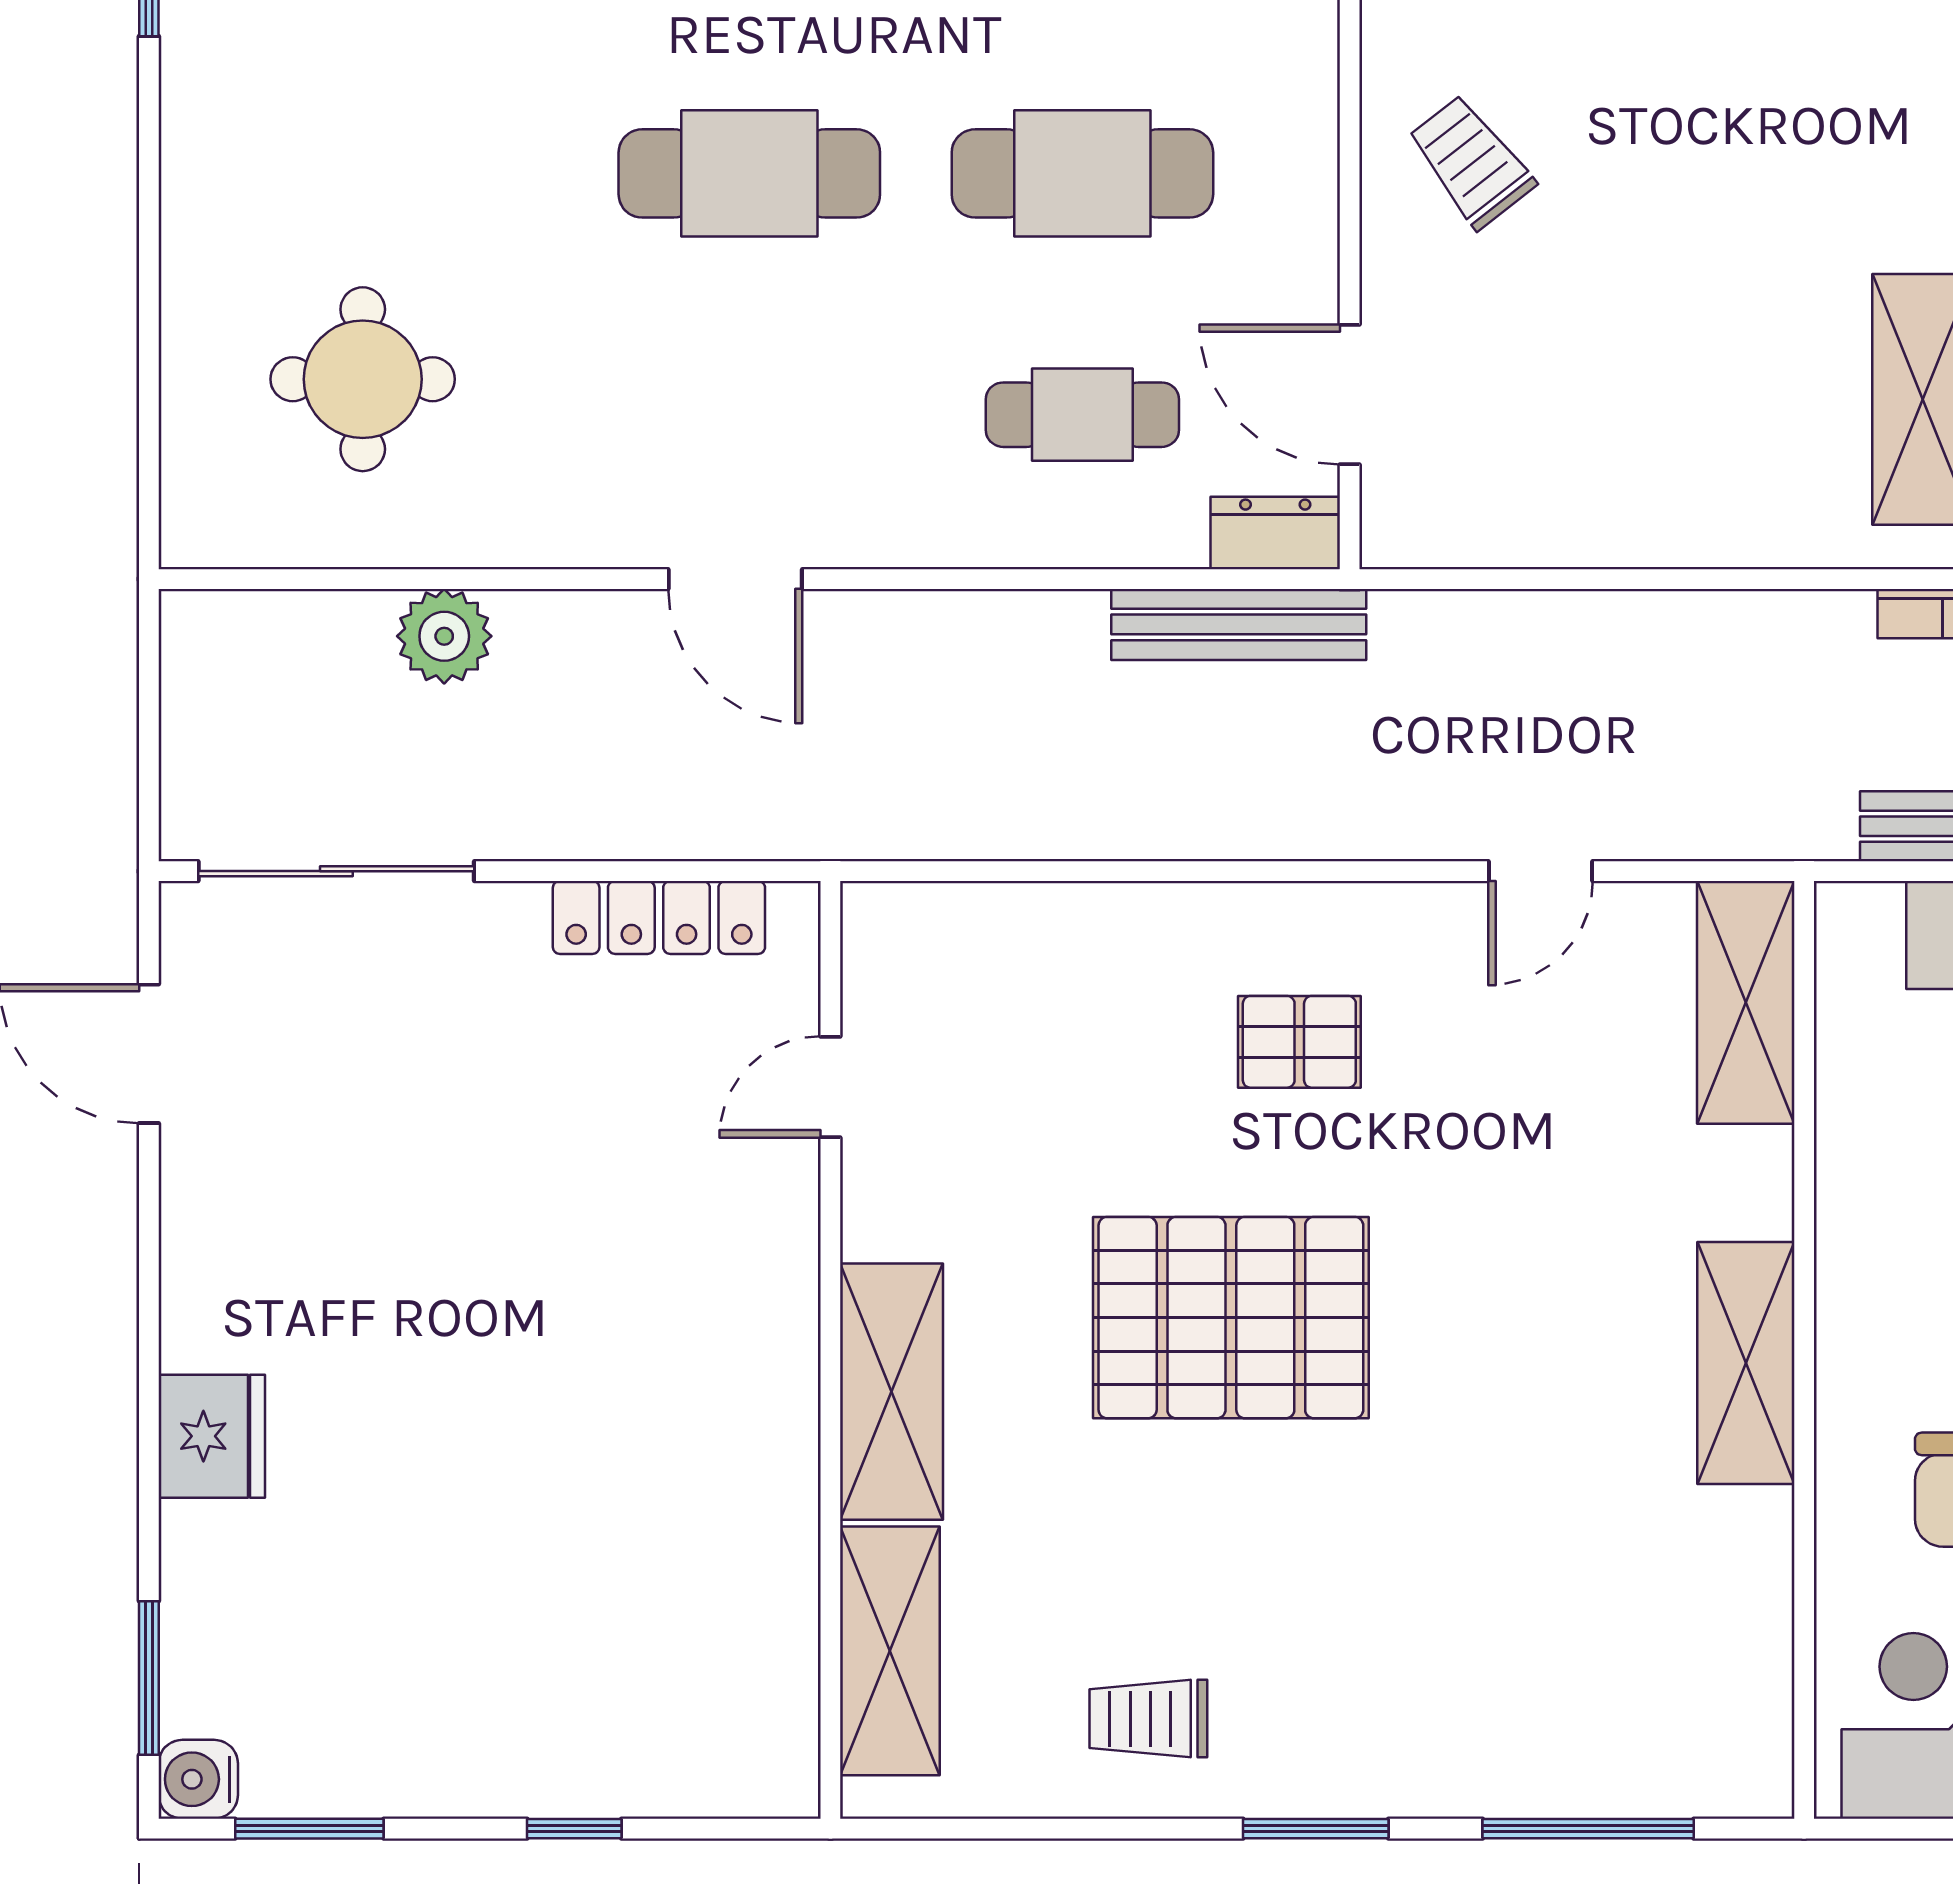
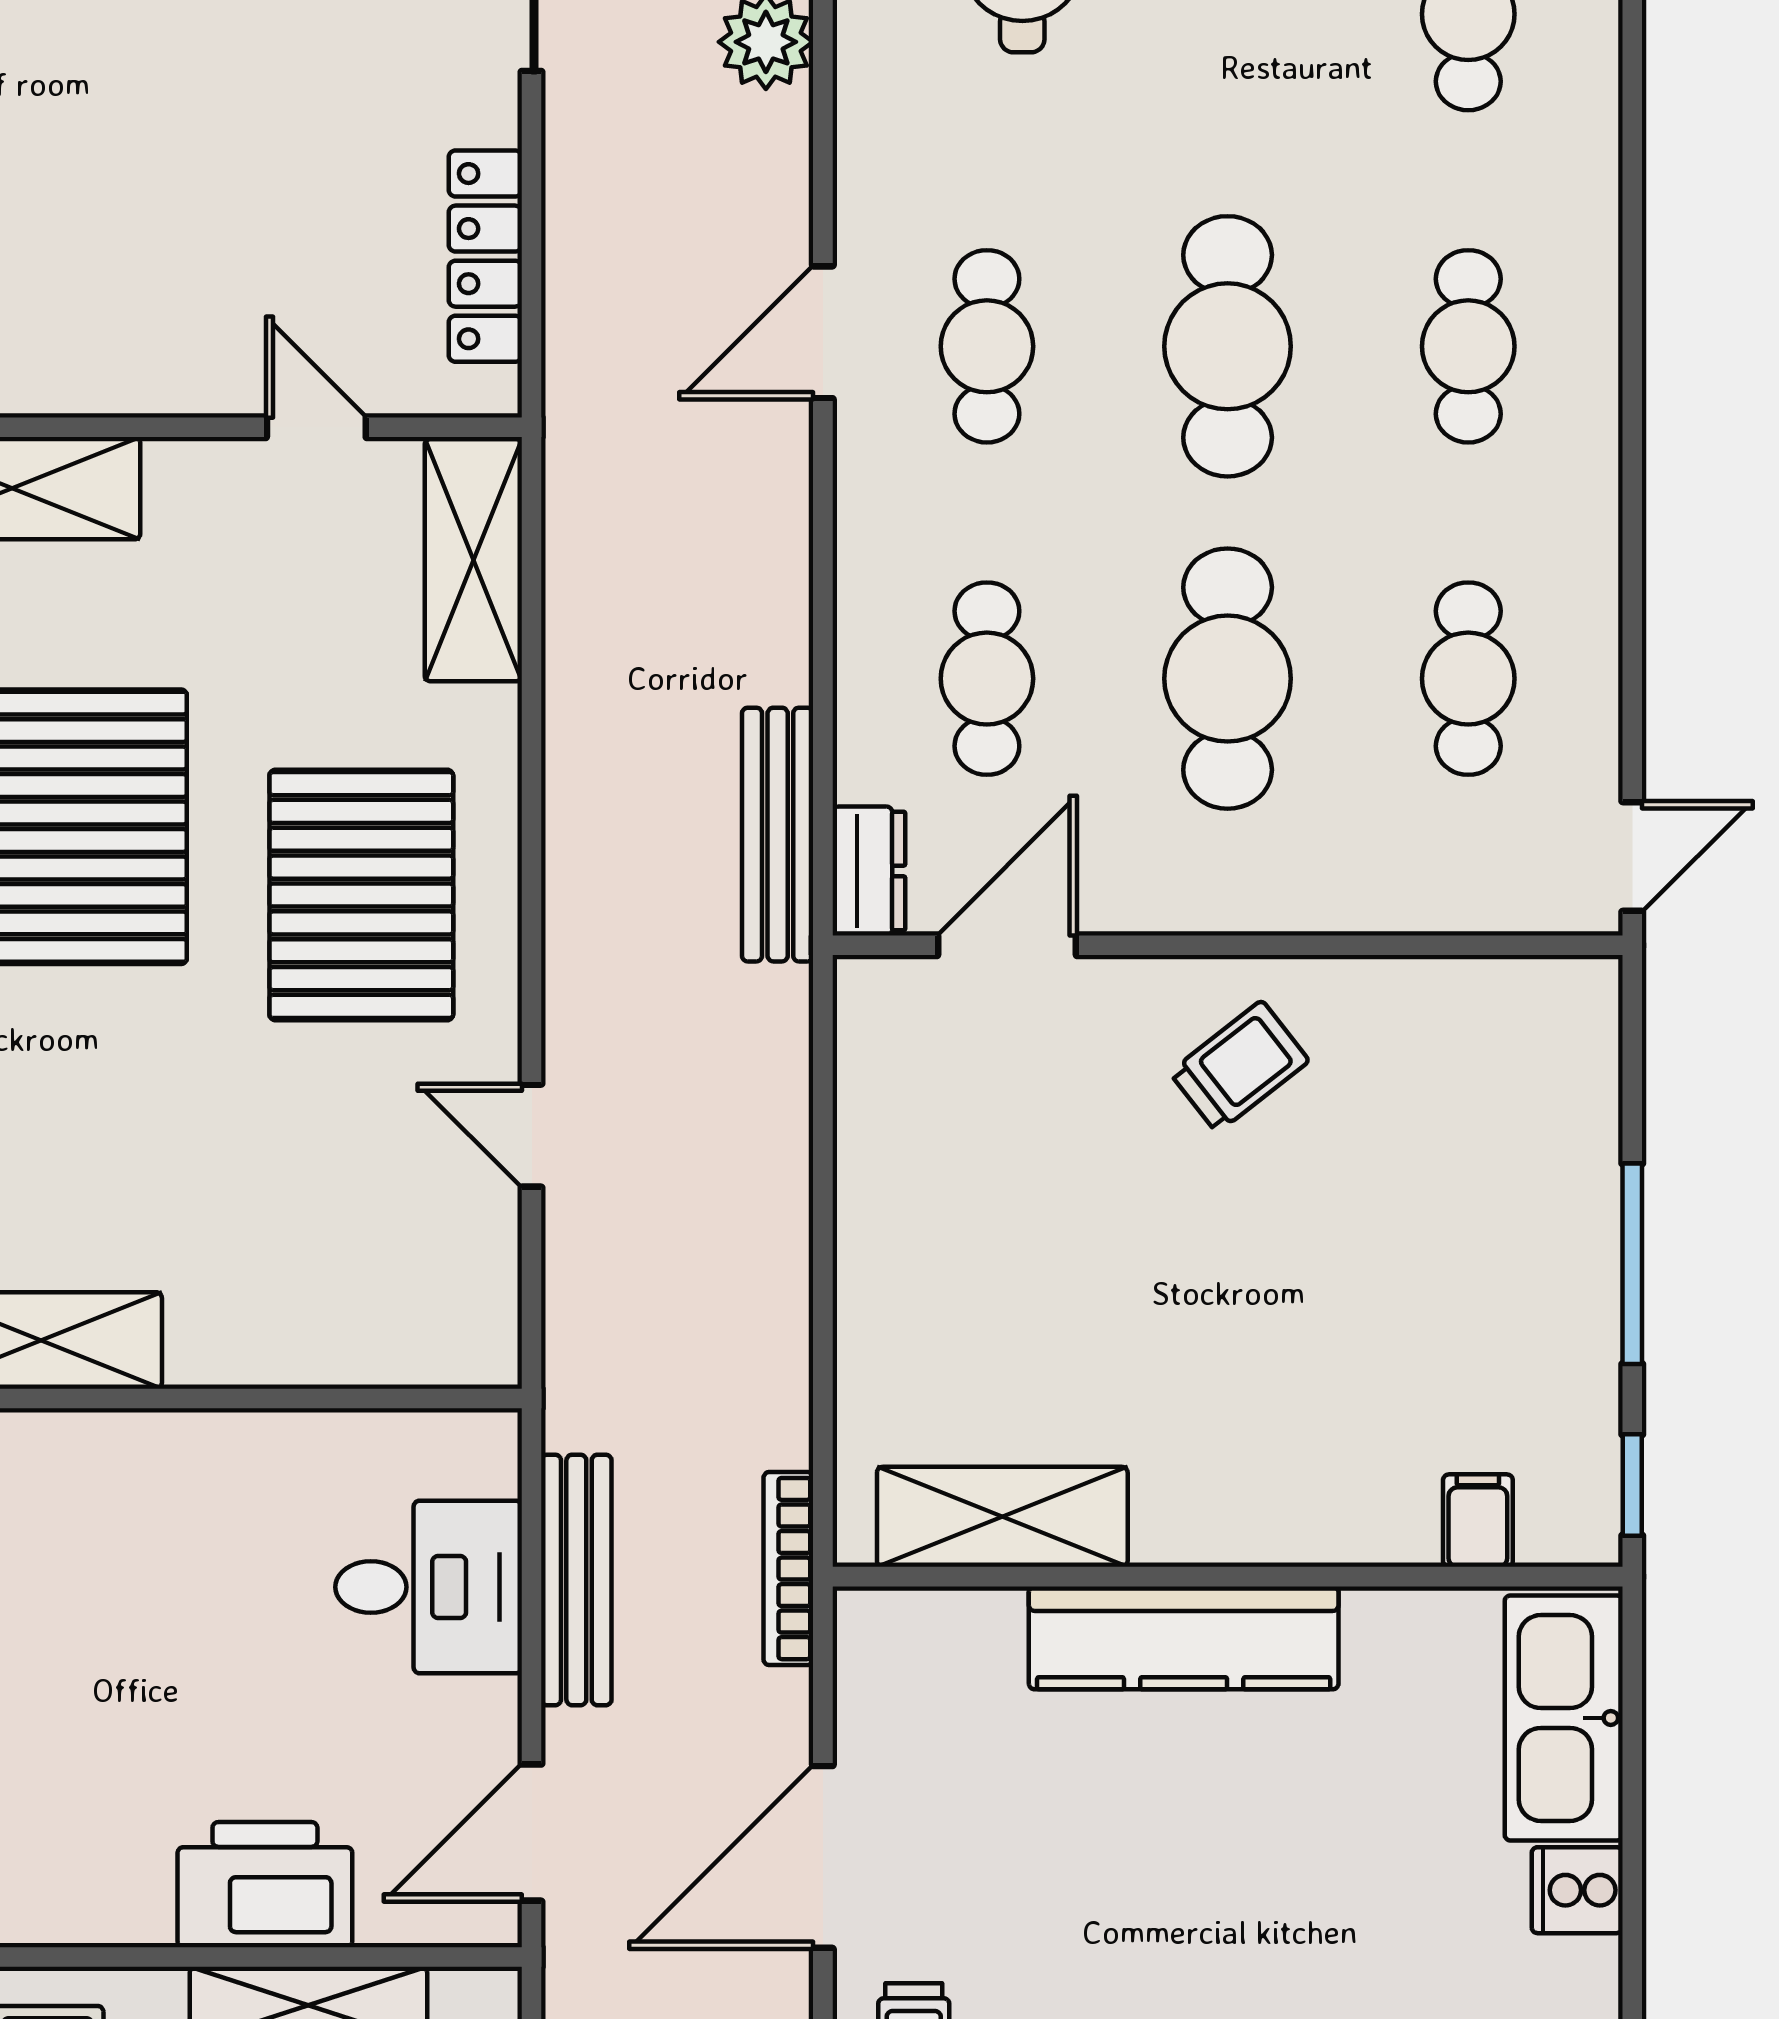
cafe table: (749, 415) -> (987, 346), added
shelving: (1746, 1002) -> (473, 560), moved, turned 90
pallet: (1299, 1042) -> (361, 895), width x2.05, depth x2.00

